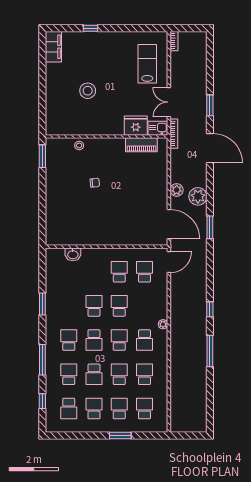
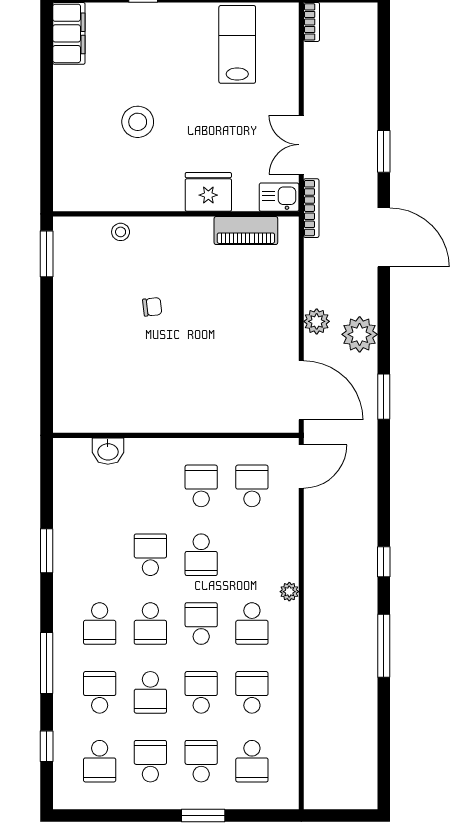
lab bench: (147, 64) -> (237, 44), moved
fridge: (136, 126) -> (208, 192), moved
school desk: (119, 306) -> (201, 555), turned 180
school desk: (69, 340) -> (100, 624), turned 180
school desk: (144, 409) -> (252, 761), turned 180

